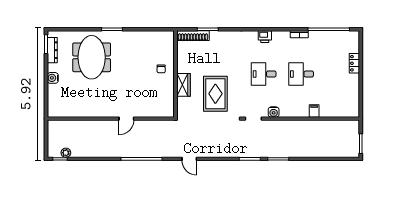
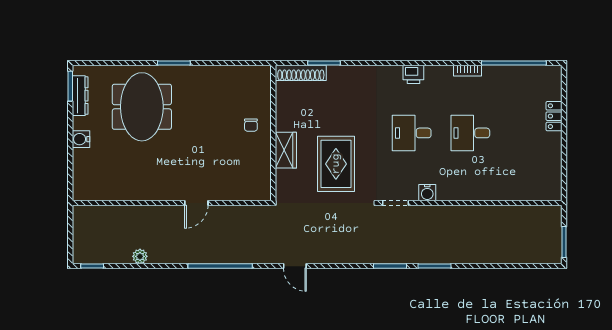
filing cabinet: (314, 111) -> (491, 191), removed
plant: (66, 153) -> (140, 256), moved

